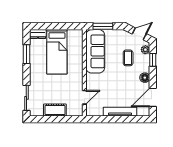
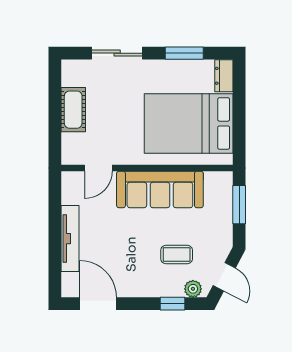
sofa: (95, 51) -> (160, 189), moved
bed: (57, 52) -> (189, 124), width x1.50
floor lamp: (145, 78) -> (137, 288), removed
door: (84, 97) -> (98, 168), hinge flipped
sliding door: (26, 98) -> (117, 53), moved

